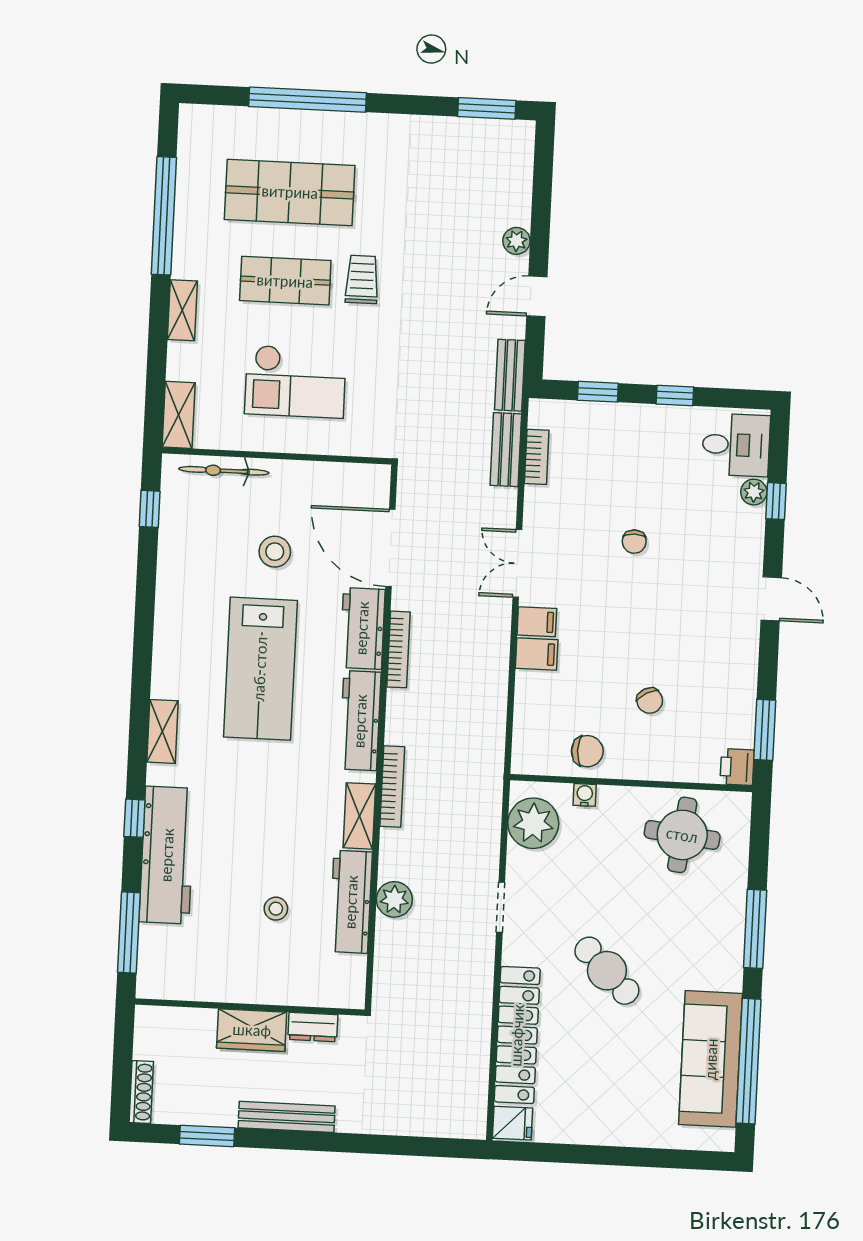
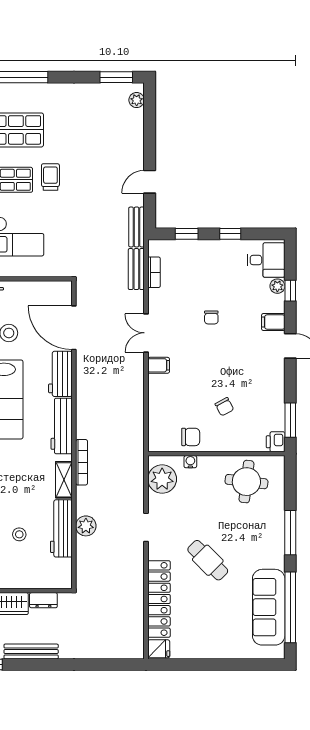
plant: (516, 241) -> (137, 100), moved
bookcase: (398, 649) -> (81, 385), removed
filing cabinet: (537, 654) -> (273, 322), moved, turned 180

